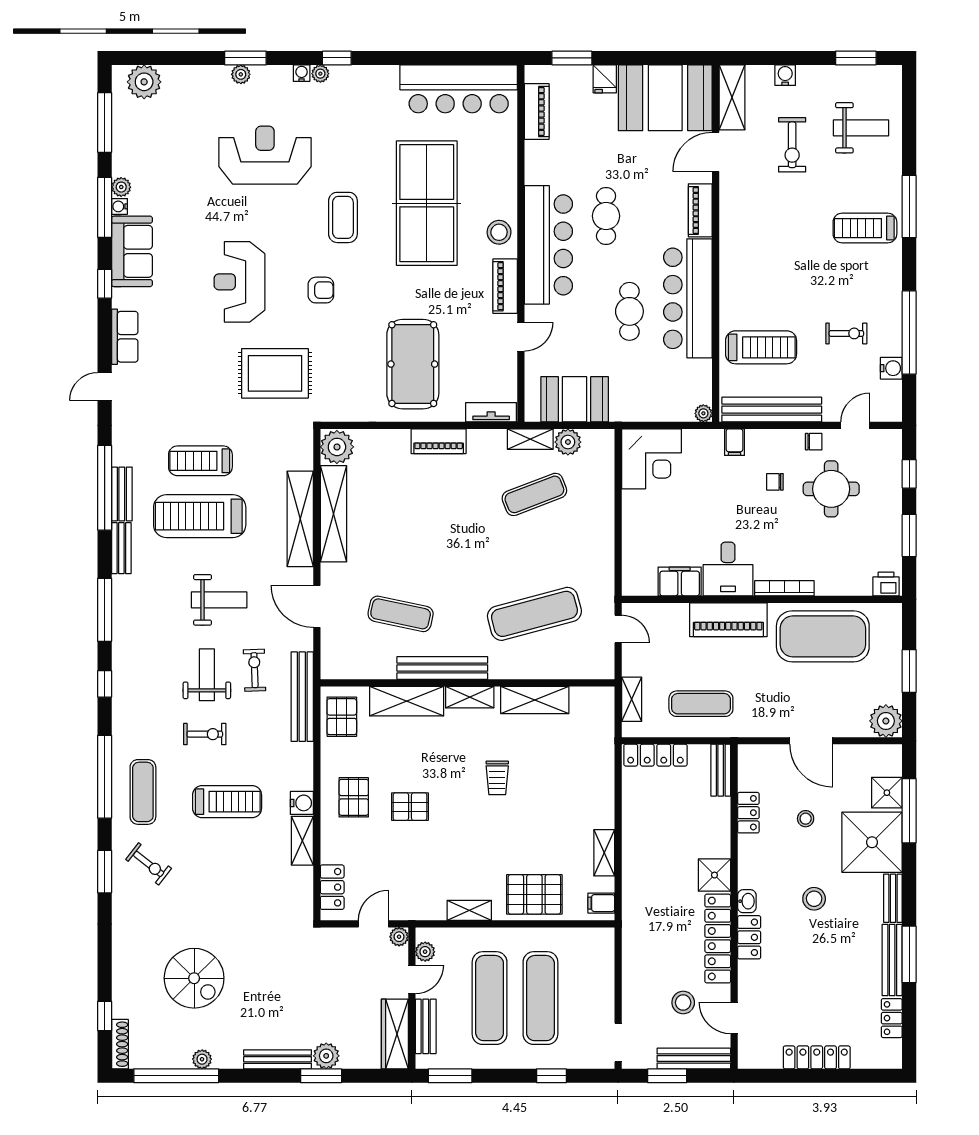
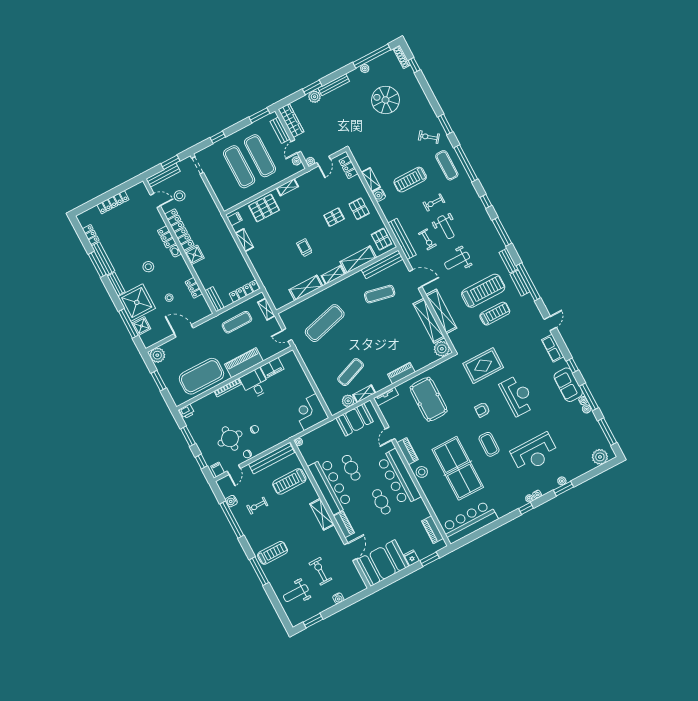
shelving: (732, 97) -> (322, 514), moved
filing cabinet: (734, 442) -> (218, 469), moved
bench: (442, 668) -> (382, 264), moved

